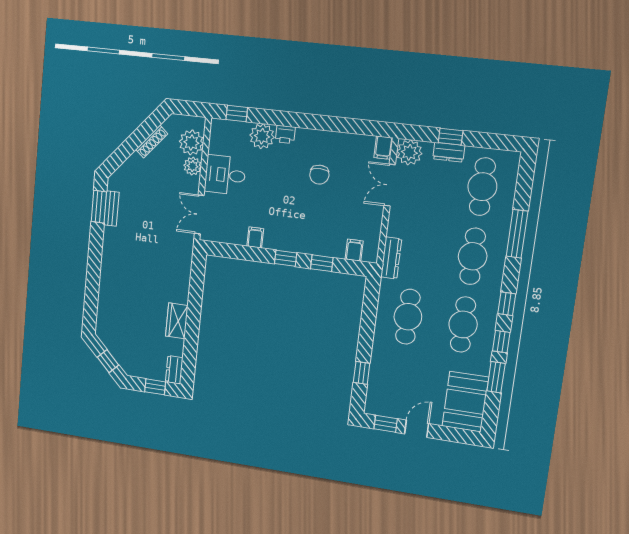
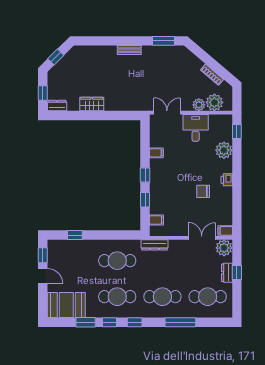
printer: (285, 134) -> (227, 180), moved
bench: (111, 209) -> (129, 50), moved

